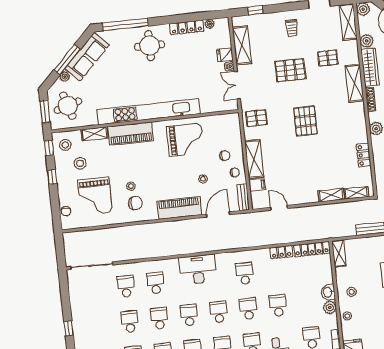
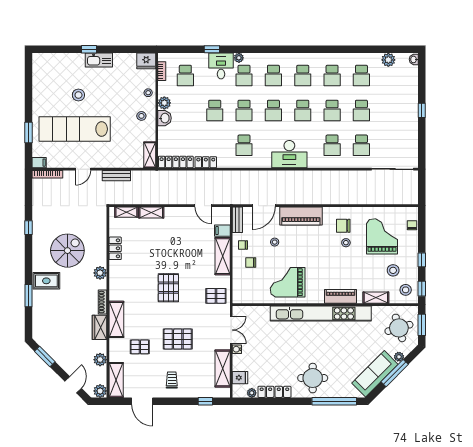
fridge: (225, 55) -> (240, 378), moved
wardrobe: (370, 67) -> (100, 327), width x0.67
piano: (131, 134) -> (341, 296), width x0.73, depth x0.75

